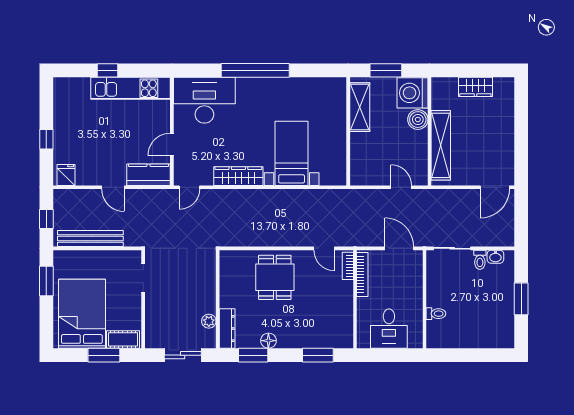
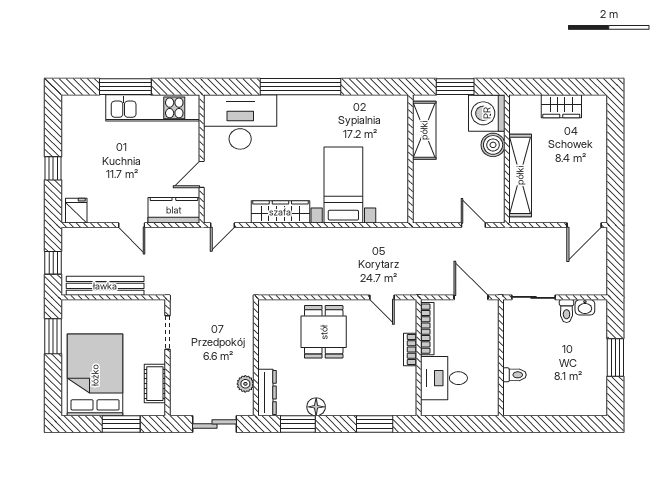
window: (108, 70) -> (125, 87), width x2.17
bookcase: (348, 266) -> (410, 350), moved
desk: (389, 329) -> (444, 378), moved, turned 90
cot: (123, 339) -> (155, 384), moved, turned 90

